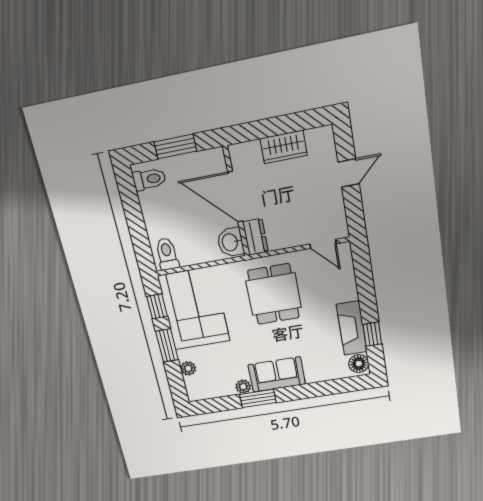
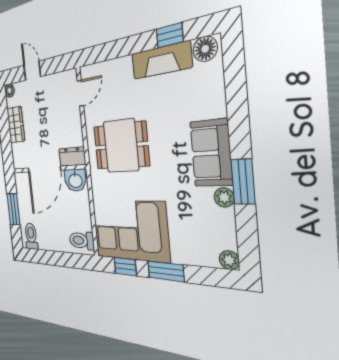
plant: (326, 134) -> (9, 91), added
plant: (188, 368) -> (229, 260), moved

